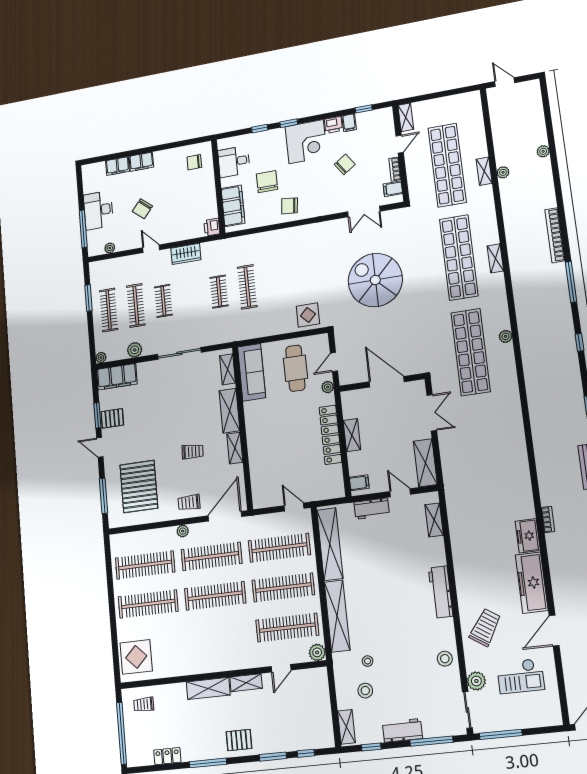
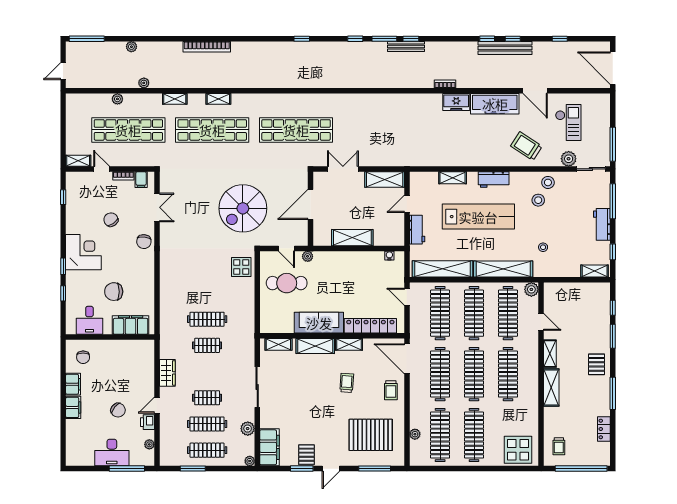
filing cabinet: (349, 123) -> (73, 212), removed
printer: (333, 125) -> (73, 226), removed
filing cabinet: (118, 166) -> (73, 384), moved
shelving: (484, 171) -> (175, 99), moved
chair: (290, 206) -> (144, 242), moved
printer: (212, 227) -> (147, 422), moved, turned 90
spiral stairs: (375, 280) -> (243, 208), moved
window: (571, 282) -> (87, 39), moved
plant: (506, 336) -> (117, 99), moved
sofa: (252, 372) -> (319, 323), moved
locker: (330, 435) -> (370, 326), moved, turned 180
shelving: (352, 435) -> (352, 238), width x1.50, depth x1.33
water cooler: (338, 480) -> (389, 256), added
filing cabinet: (359, 483) -> (394, 238), removed
door: (294, 507) -> (407, 297), hinge flipped
shelving: (434, 520) -> (453, 178), moved
plant: (183, 531) -> (415, 434), moved
lab bench: (395, 579) -> (478, 217), added
workbench: (441, 592) -> (494, 179), width x0.73
clothes rail: (219, 636) -> (508, 374), added
stool: (365, 691) -> (538, 200), moved

